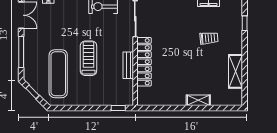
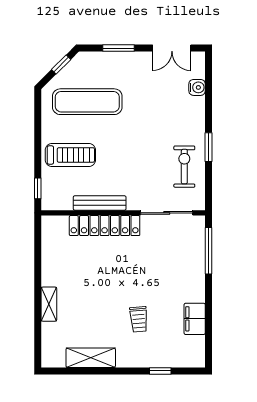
window: (21, 52) -> (119, 48), width x0.69
treadmill: (88, 58) -> (70, 155), moved
bench: (128, 65) -> (100, 203), width x1.36

